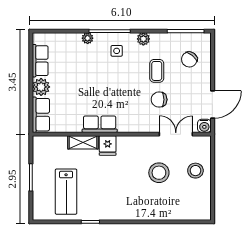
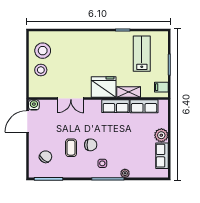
plant: (143, 39) -> (81, 173), removed
chair: (159, 100) -> (91, 145), moved
row of seats: (41, 115) -> (144, 106), moved, turned -90
double door: (176, 134) -> (71, 99), moved
fridge: (108, 145) -> (104, 87), width x1.88, depth x1.34
filing cabinet: (41, 149) -> (161, 87), added
stool: (159, 173) -> (43, 51), moved

